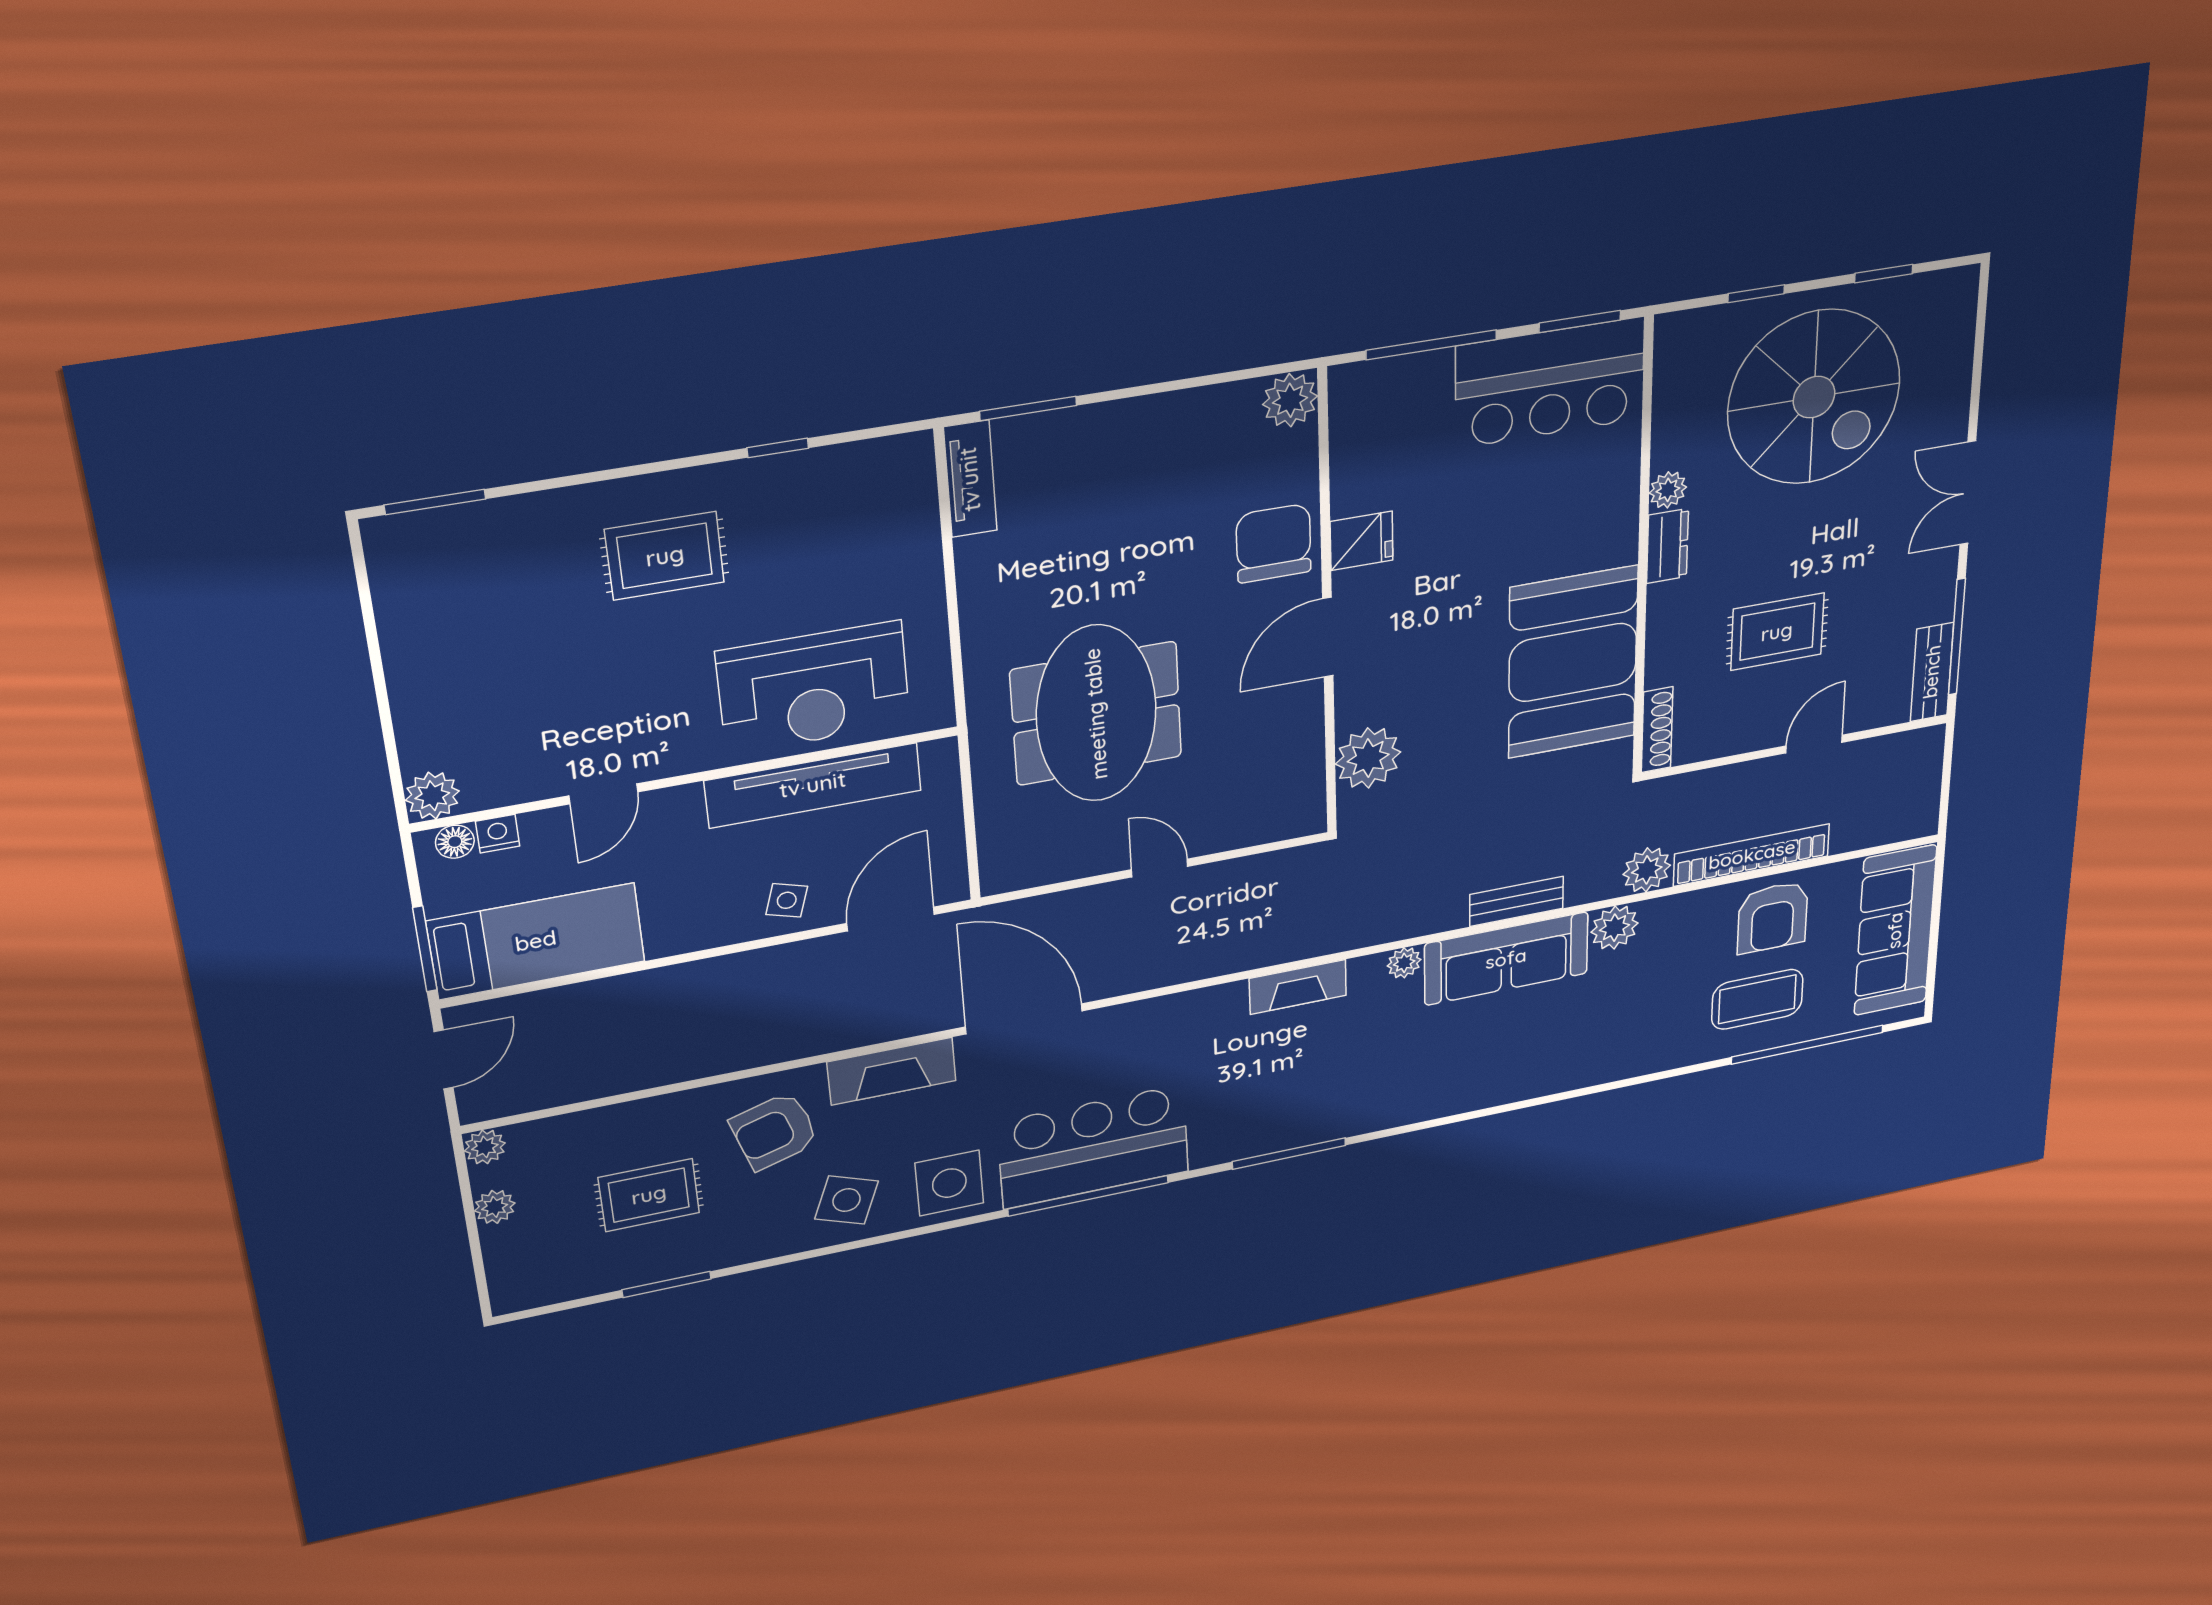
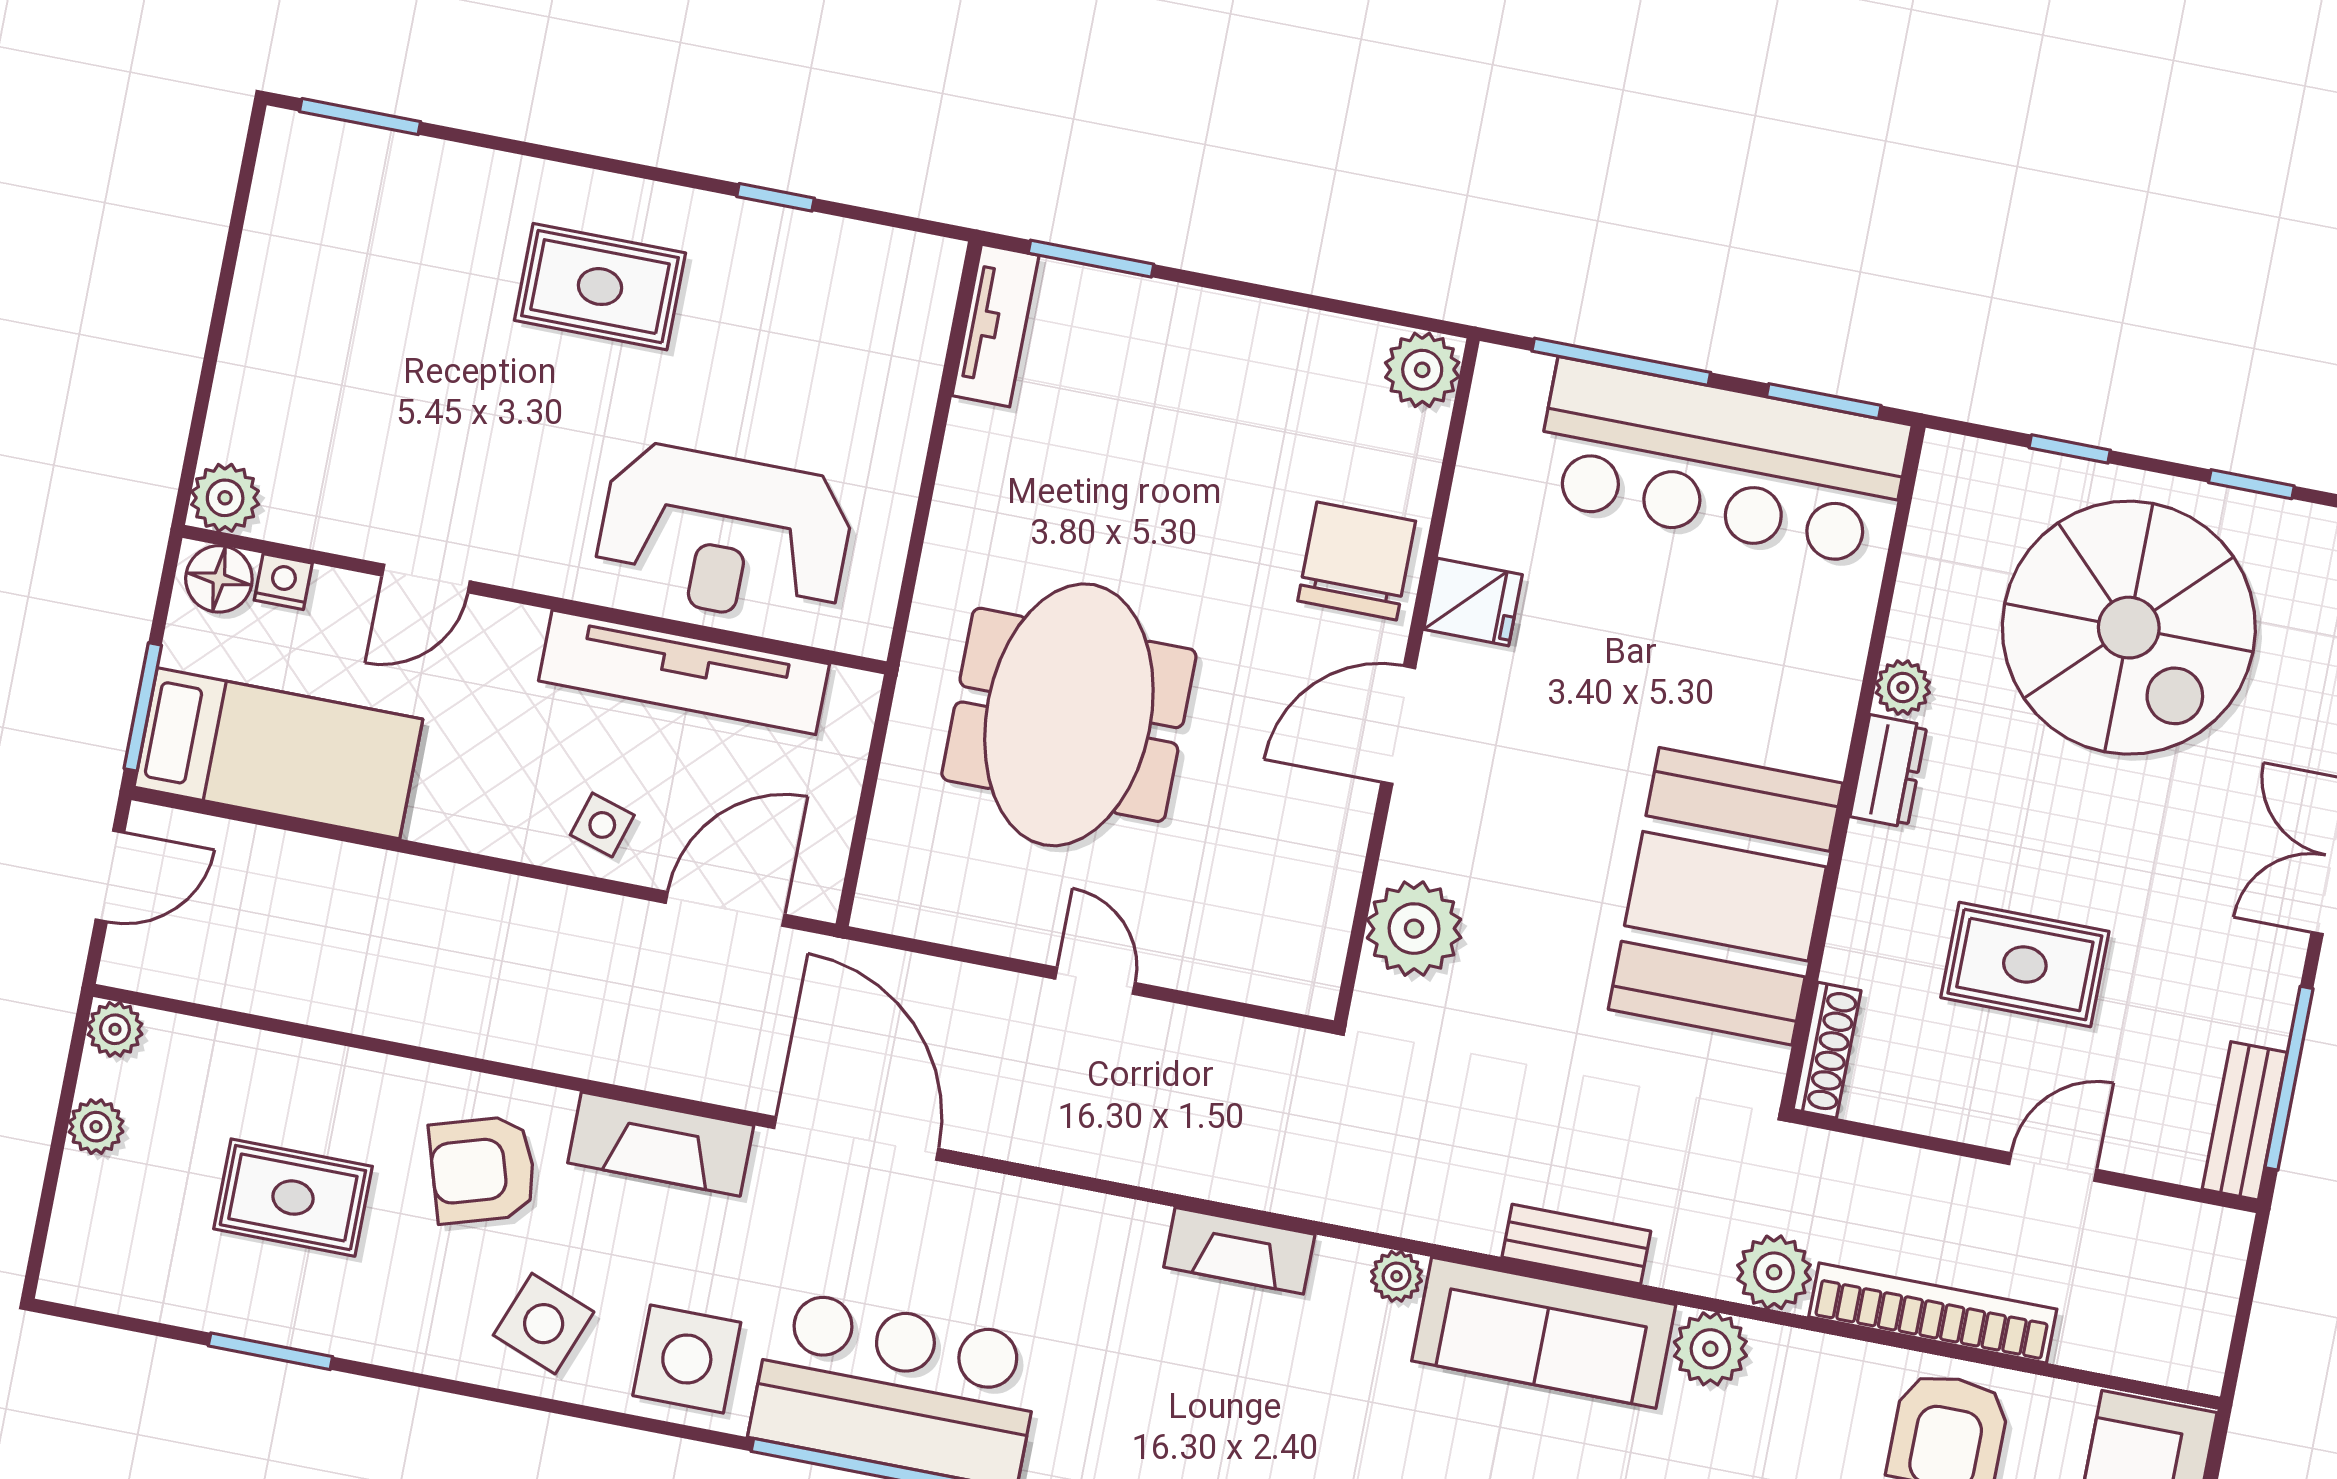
bar counter: (1550, 383) -> (1721, 463), width x1.36
floor lamp: (455, 842) -> (219, 579), width x1.37, depth x1.37

